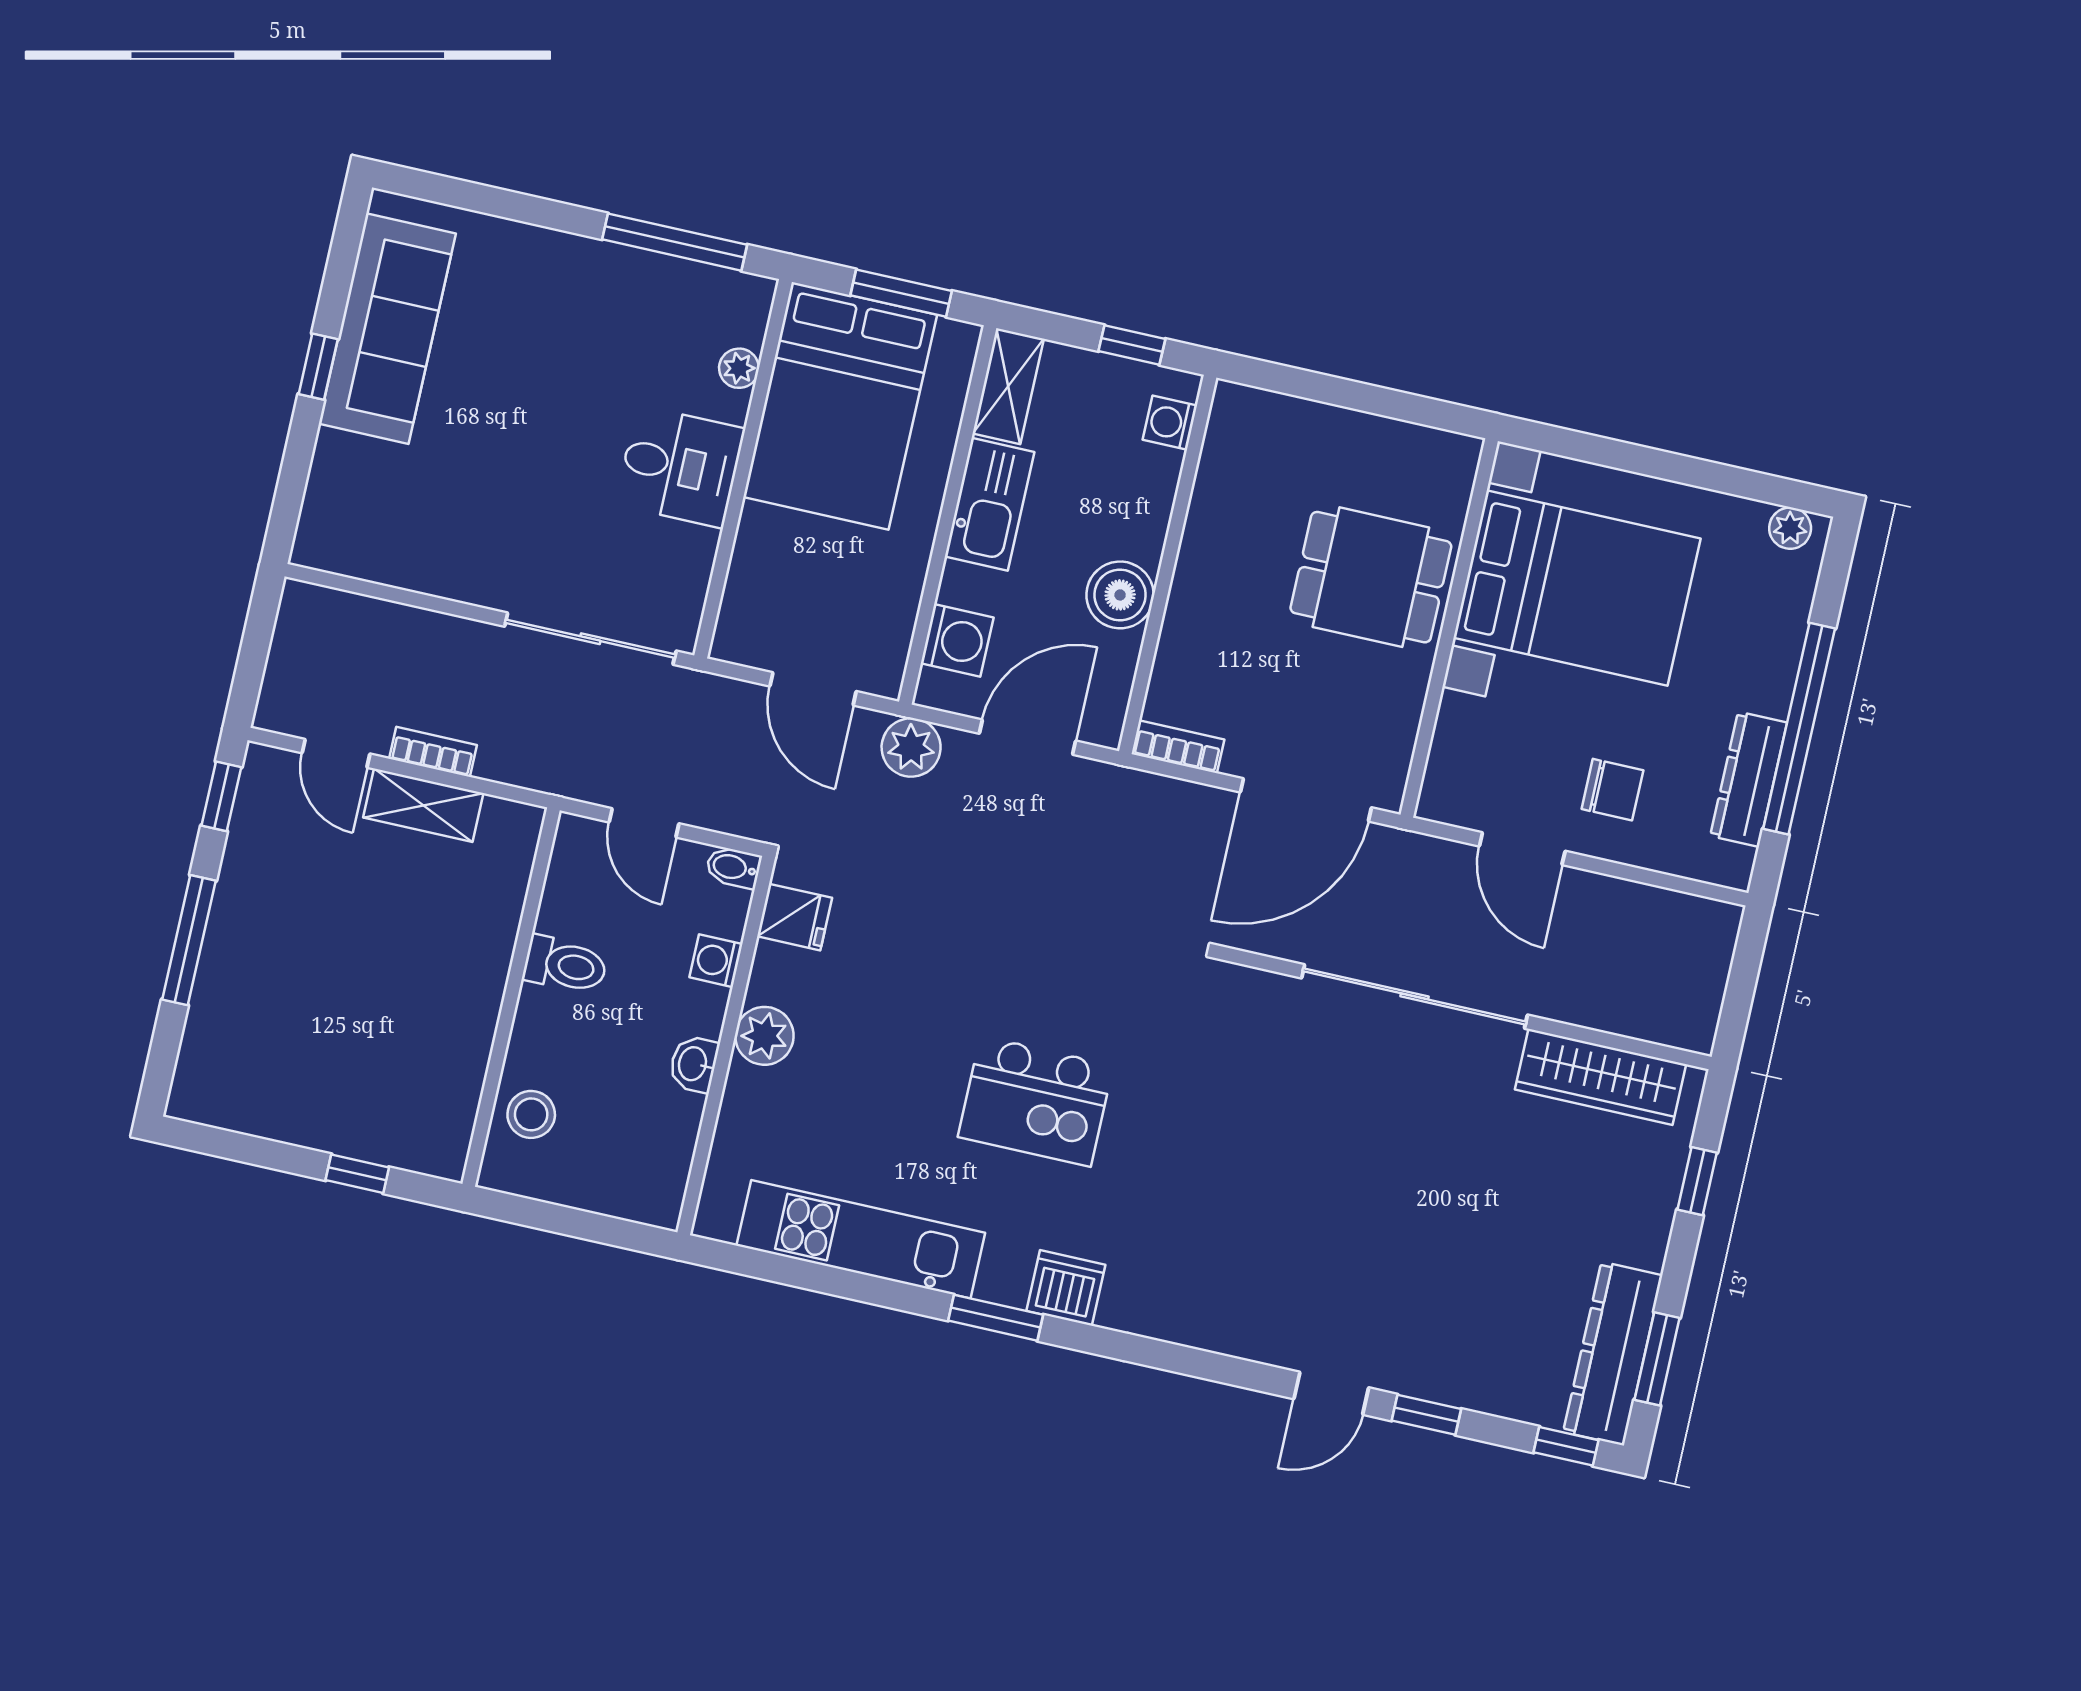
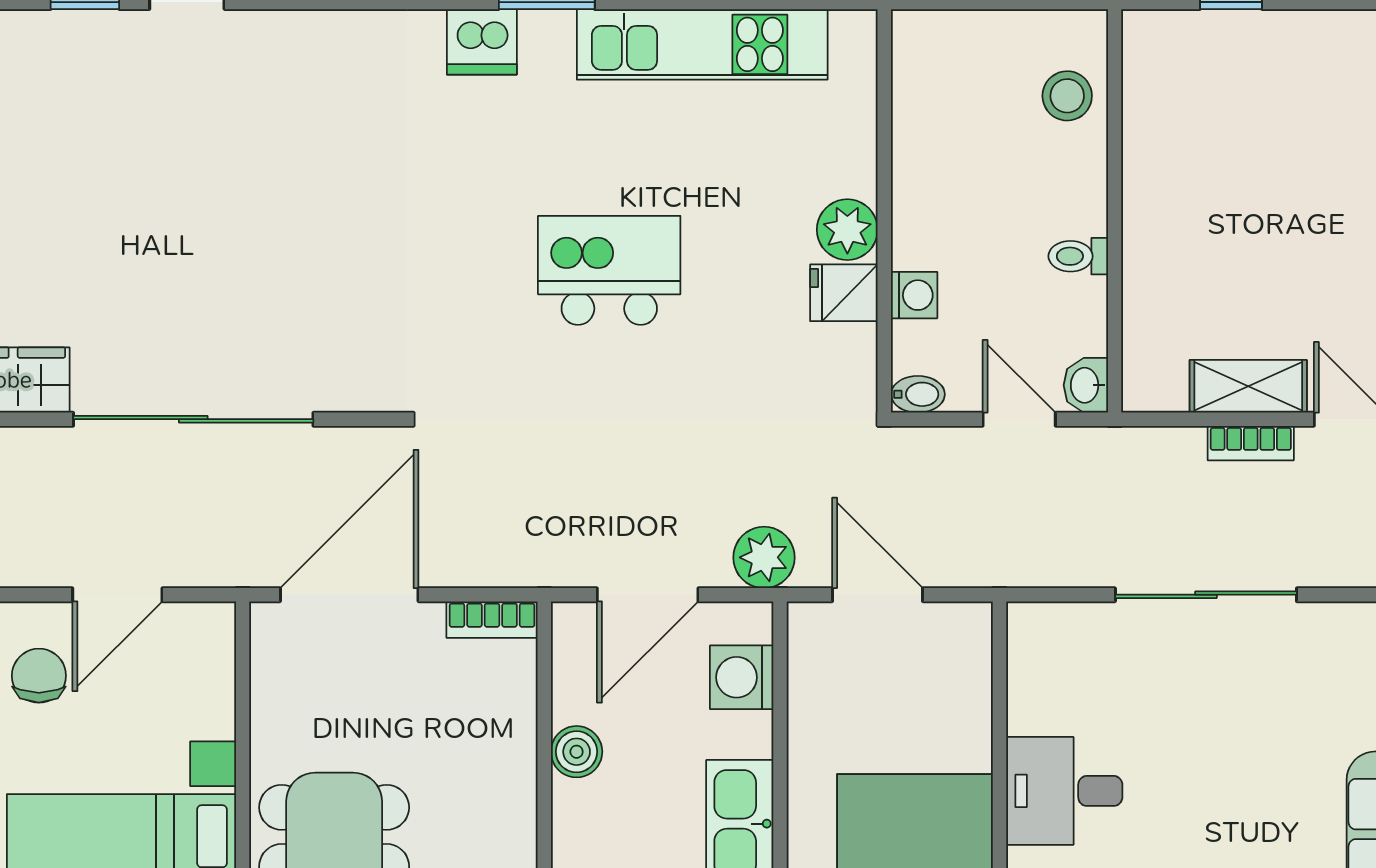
boiler: (1120, 595) -> (577, 752), width x0.73, depth x0.73
sliding door: (590, 639) -> (1206, 595), moved
chair: (1612, 790) -> (39, 676), turned 90
door: (1522, 849) -> (117, 595), swing flipped
fridge: (795, 917) -> (844, 293), moved
toilet: (565, 965) -> (1078, 256), width x0.73, depth x0.72
washbasin: (694, 1064) -> (1086, 385), moved, turned 180
kitchen island: (1036, 1101) -> (609, 270), moved

